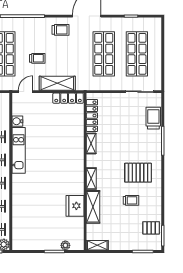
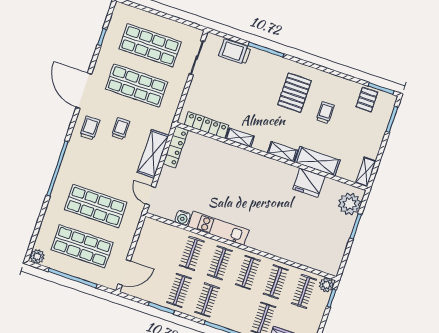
trolley: (37, 58) -> (121, 129), moved
plant: (65, 245) -> (350, 204), width x1.88, depth x1.88

